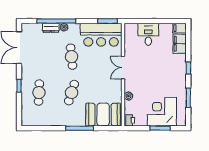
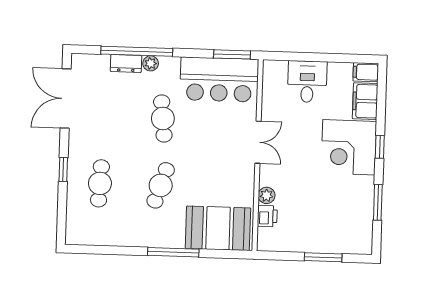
double door: (123, 68) -> (258, 142), swing flipped
corner desk: (162, 112) -> (349, 147), moved, turned -90
printer: (129, 120) -> (267, 216), moved

